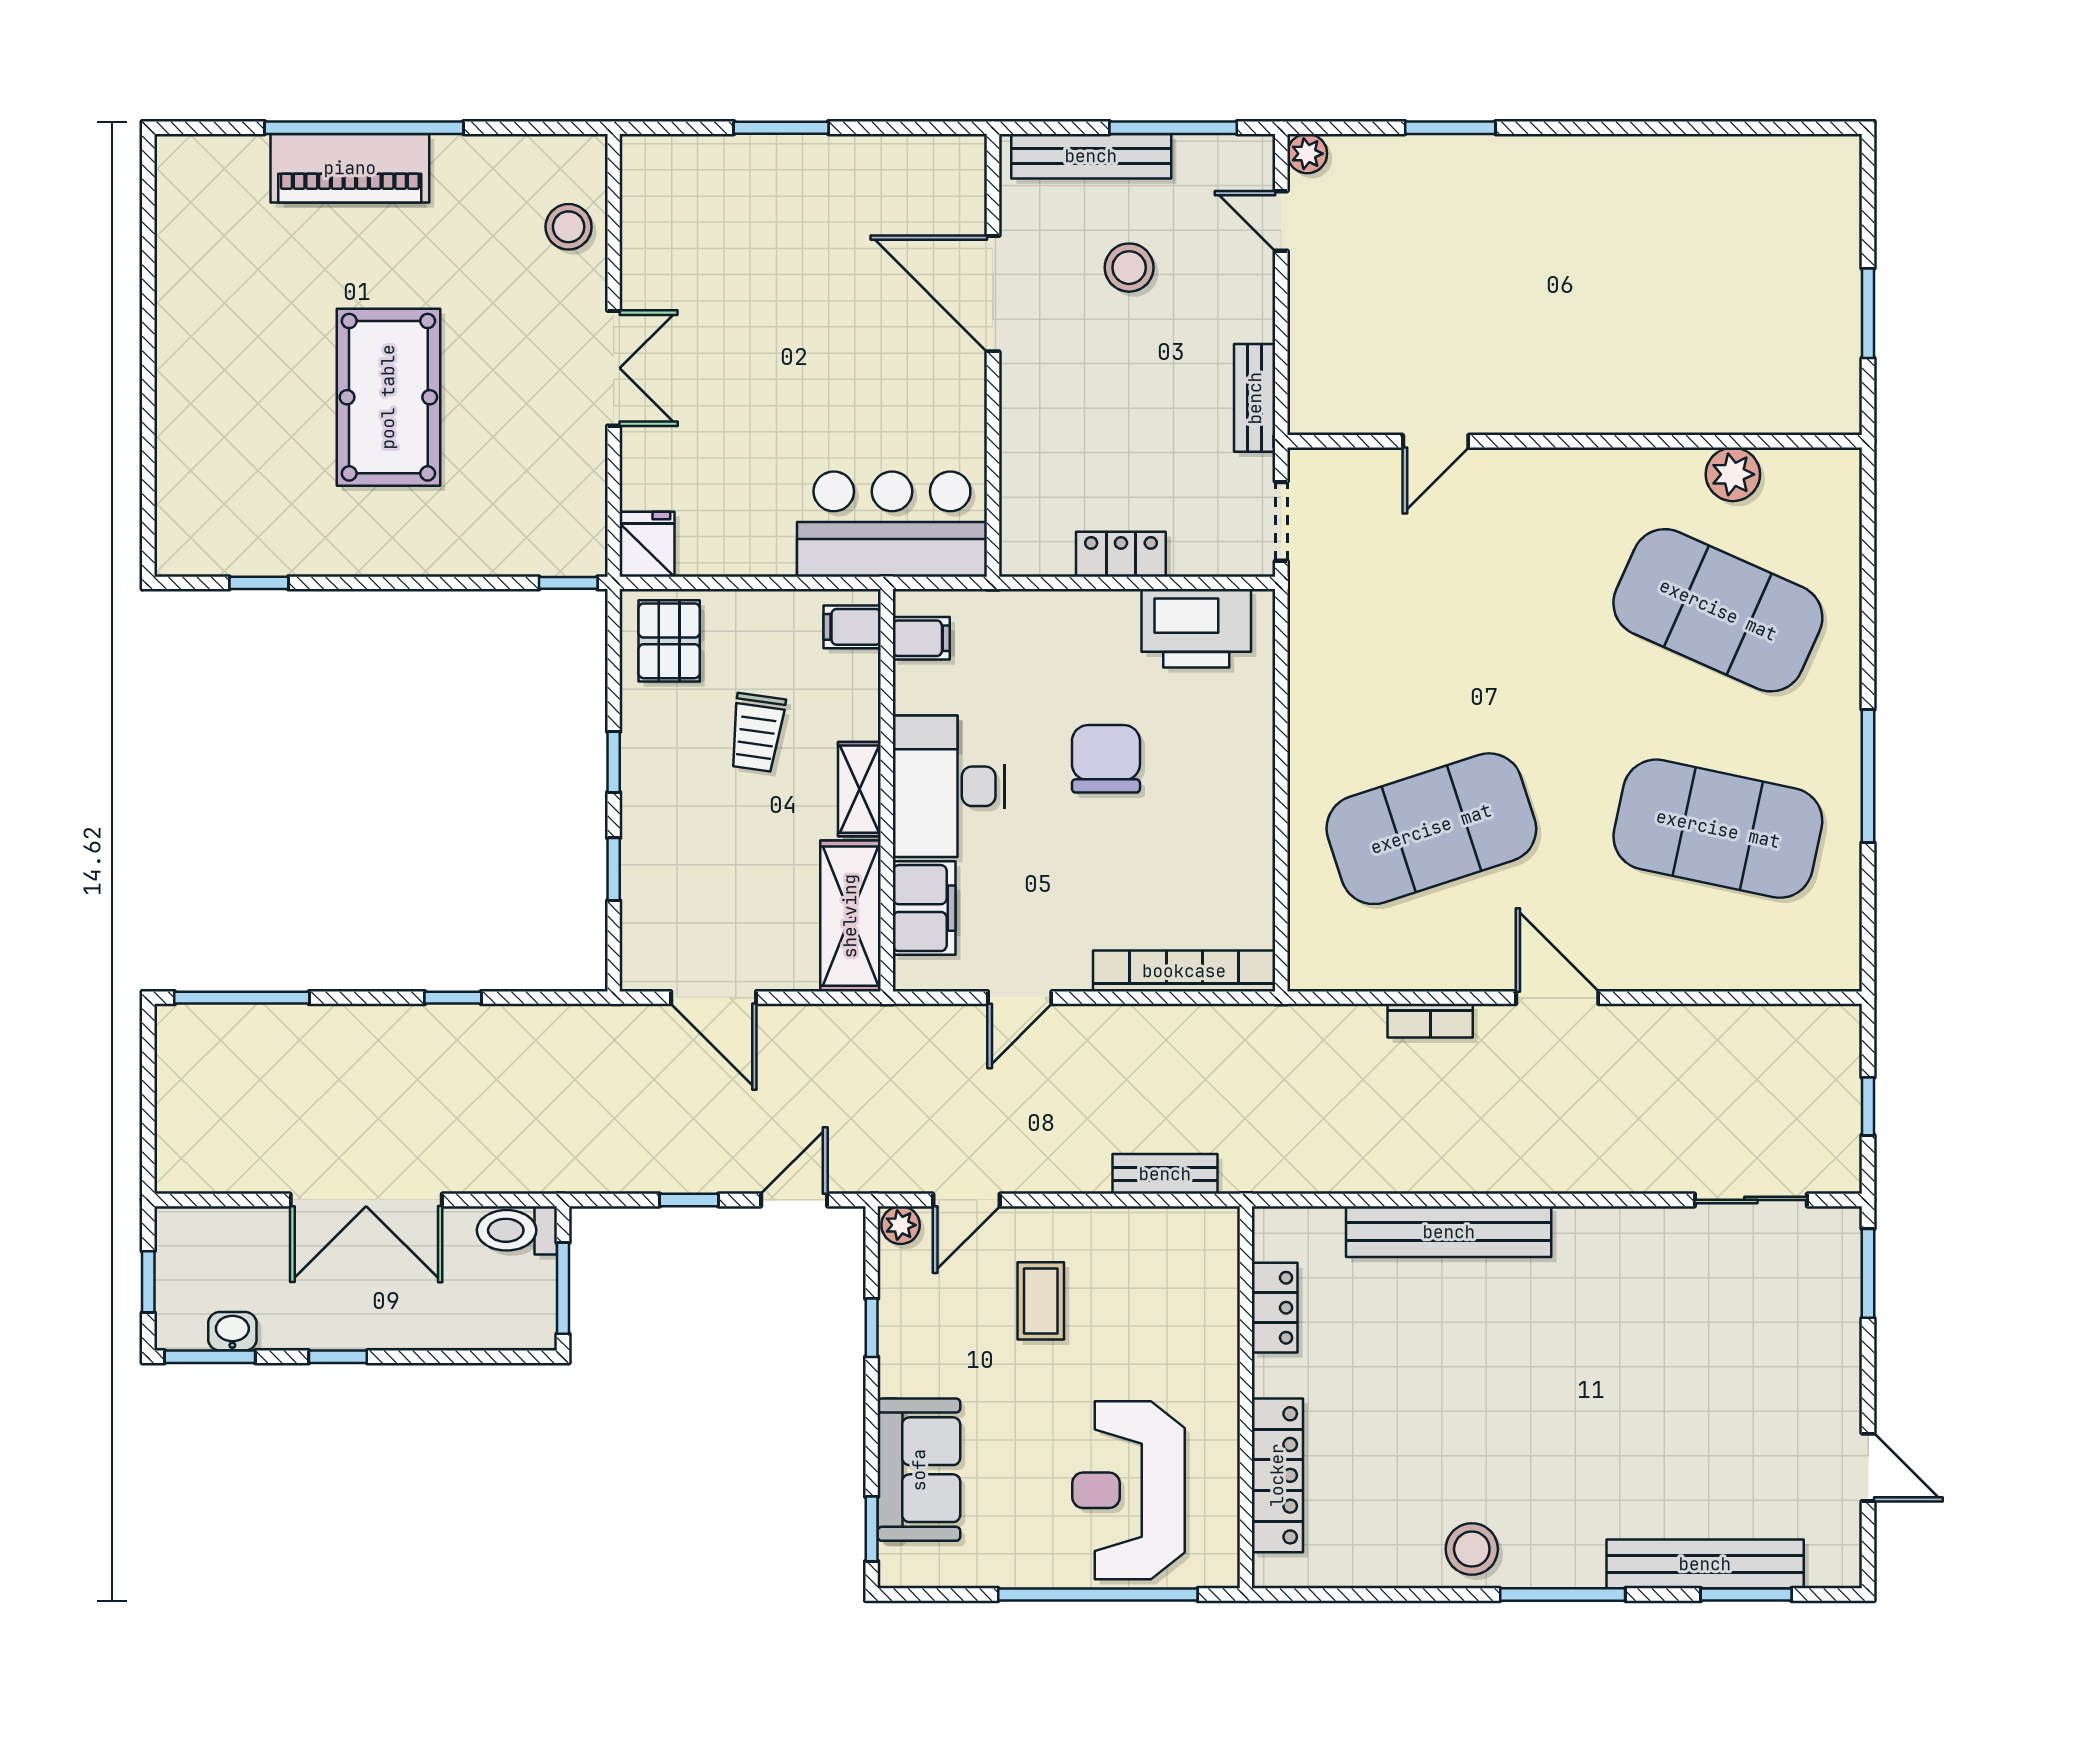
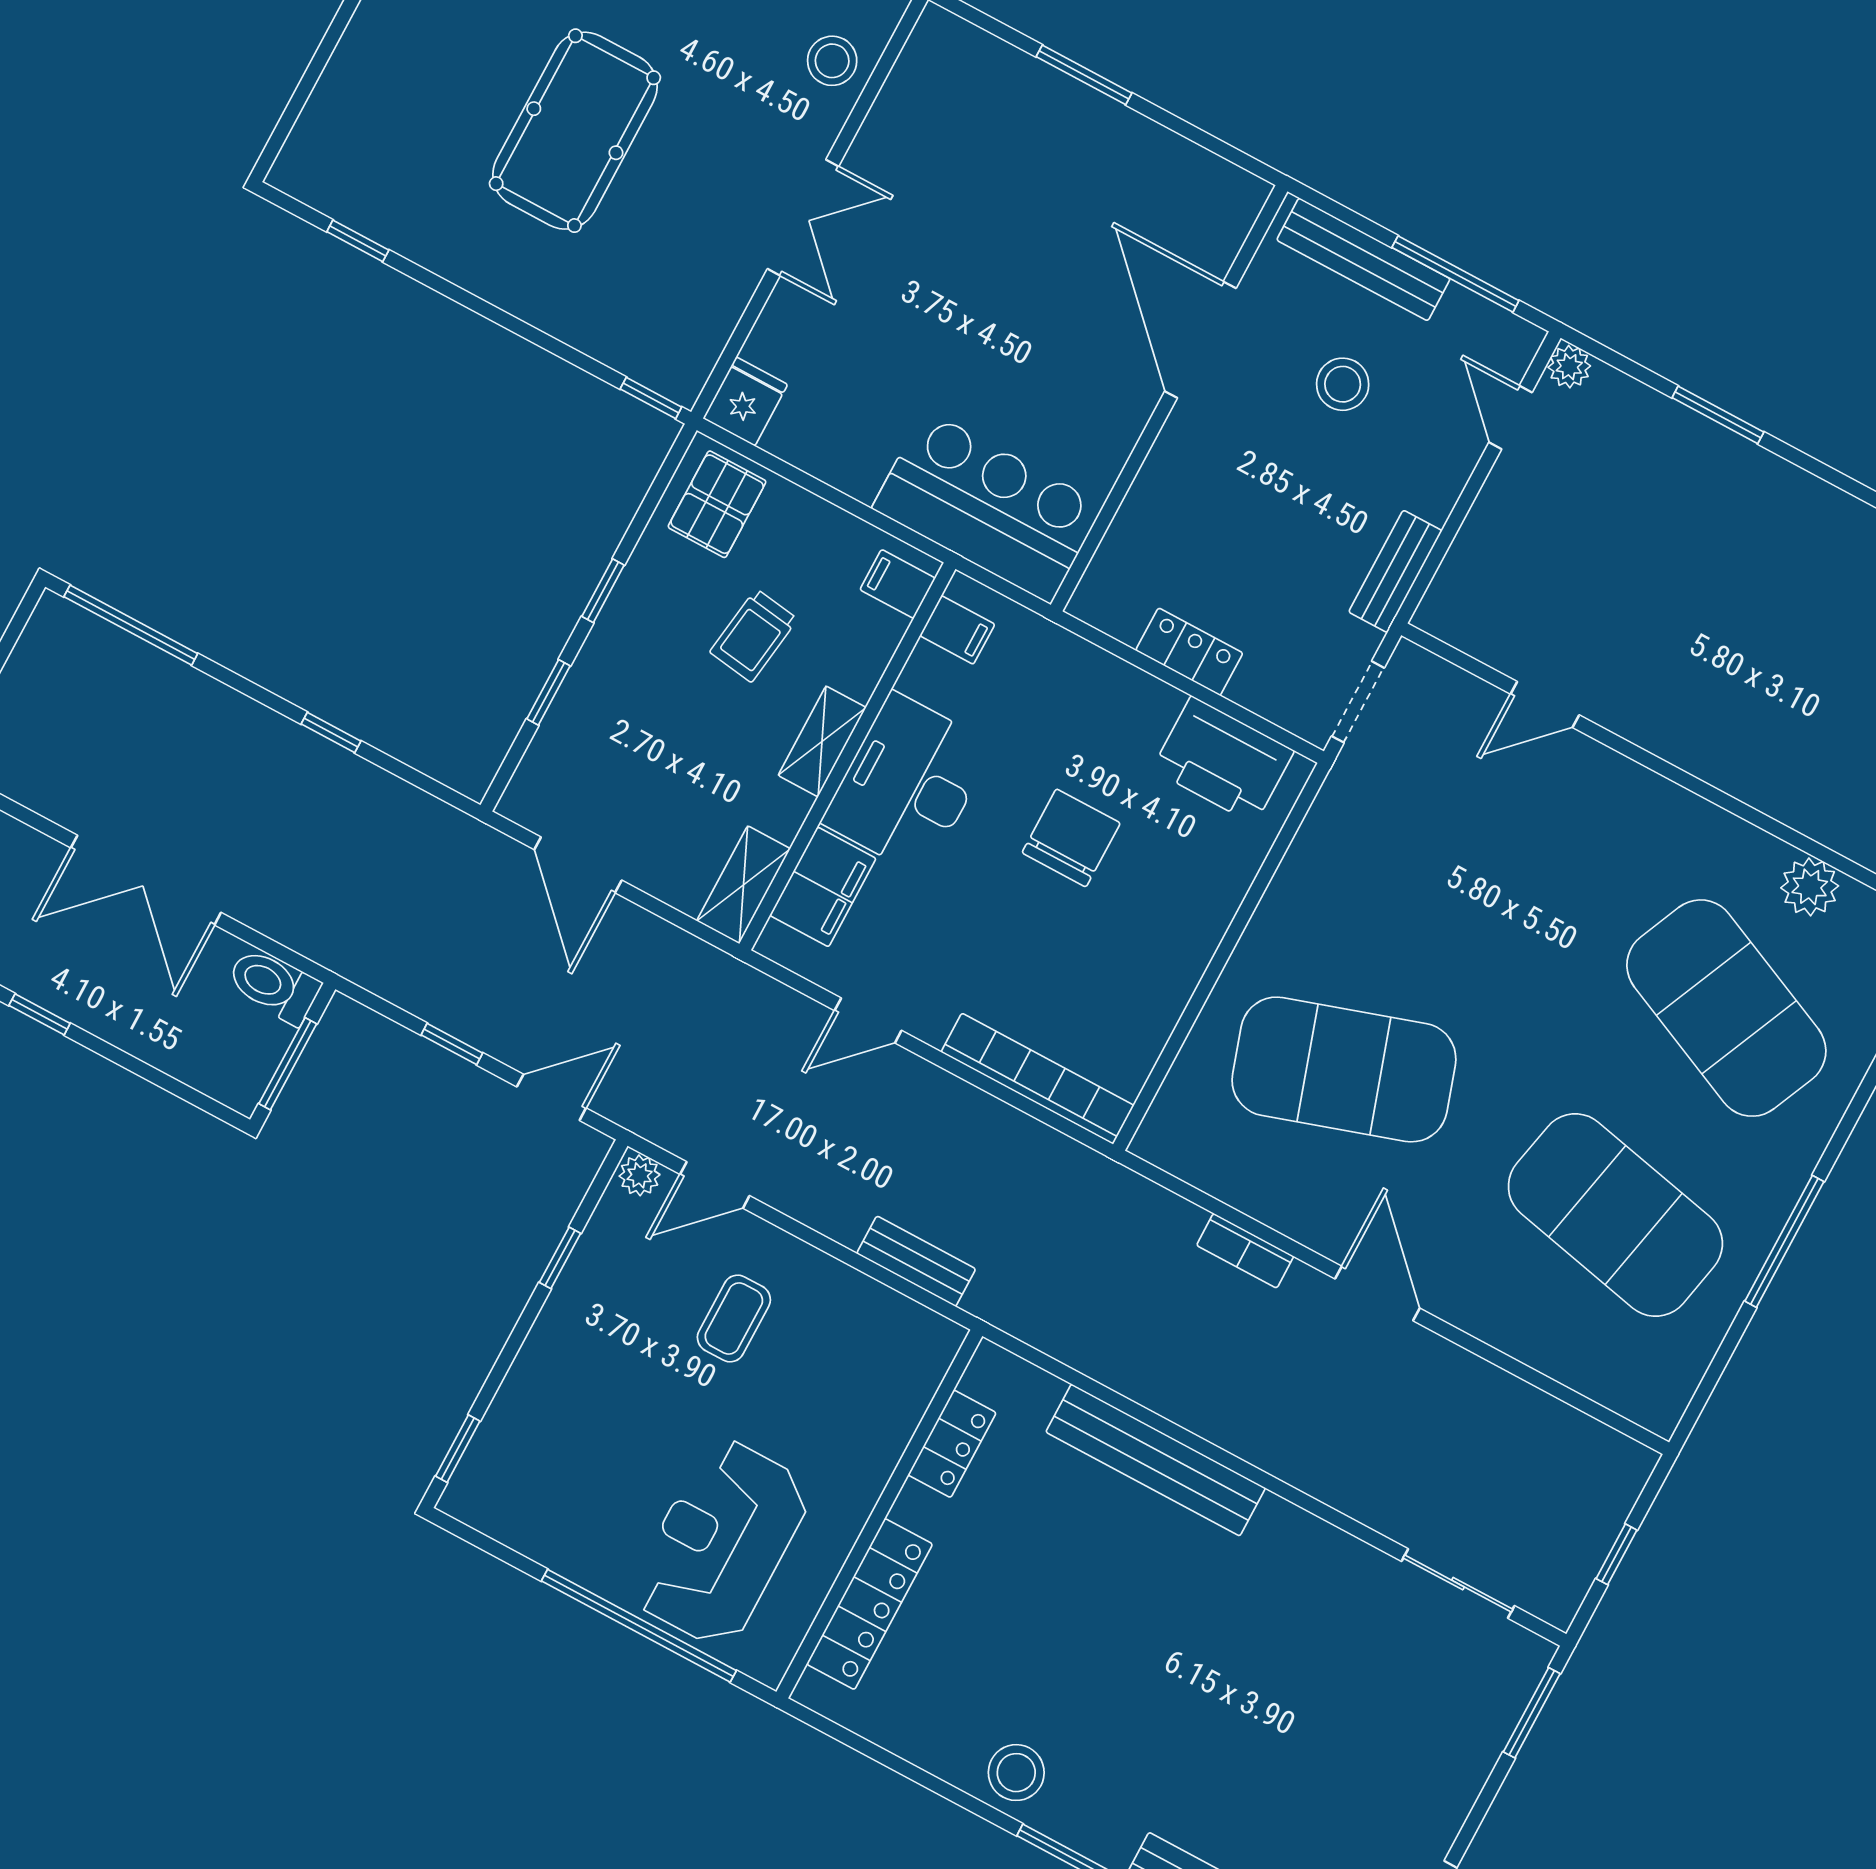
shelving: (850, 916) -> (743, 885), width x0.67, depth x0.75
sofa: (919, 1470) -> (533, 1416), removed

